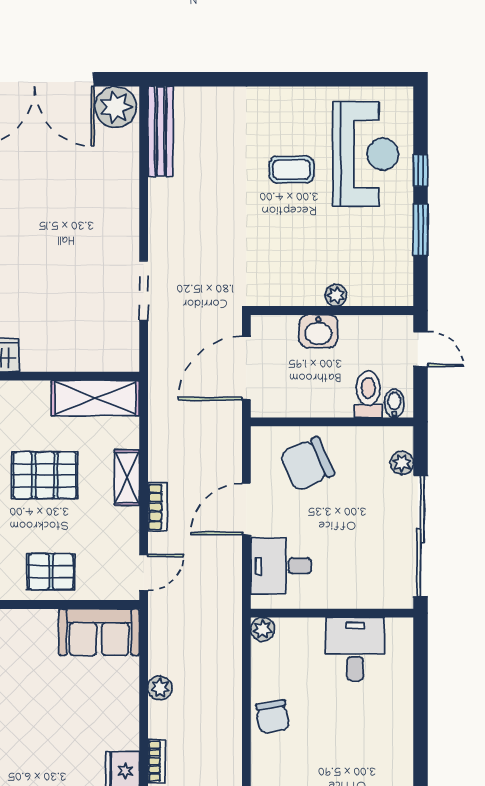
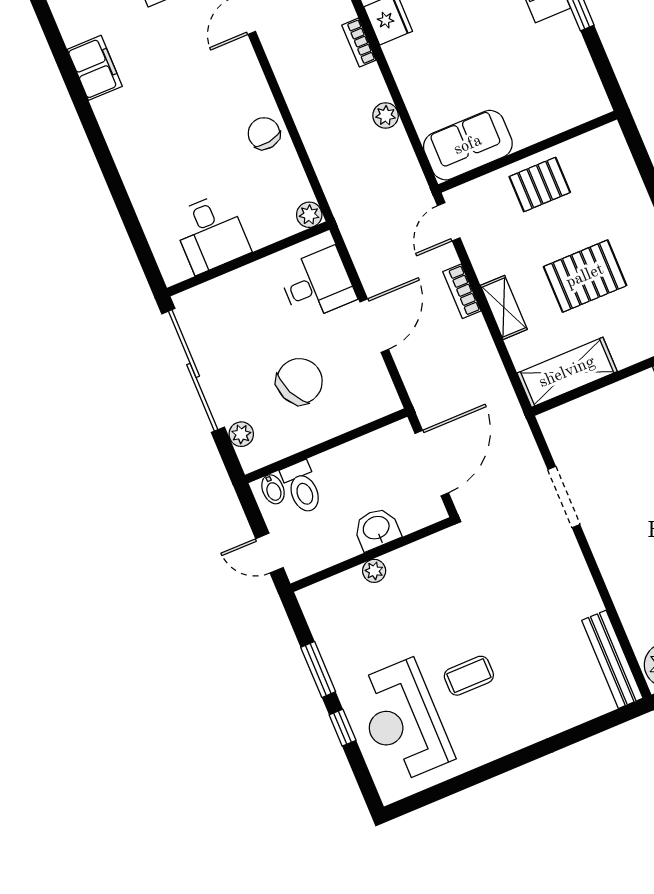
chair: (307, 464) -> (299, 381), moved

